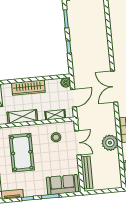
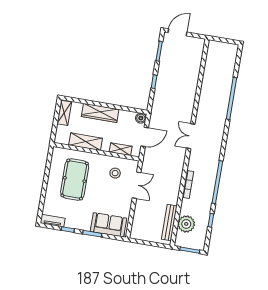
double door: (114, 87) -> (191, 136), width x0.73
plant: (110, 143) -> (170, 194), removed
bench: (87, 172) -> (169, 223), moved

